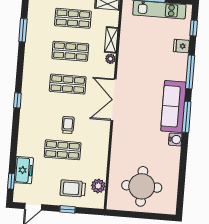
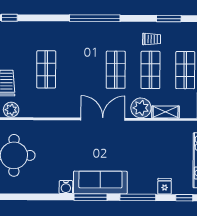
plant: (110, 59) -> (141, 108), width x1.88, depth x1.88
window: (17, 100) -> (95, 18), width x3.17
trolley: (68, 125) -> (152, 39), moved
freezer: (24, 170) -> (22, 30), removed

